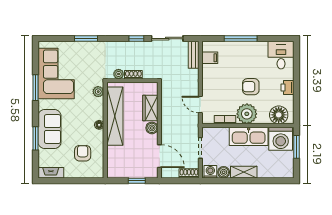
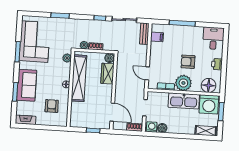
boiler: (152, 128) -> (110, 58), moved
shelving: (244, 172) -> (206, 131), moved

